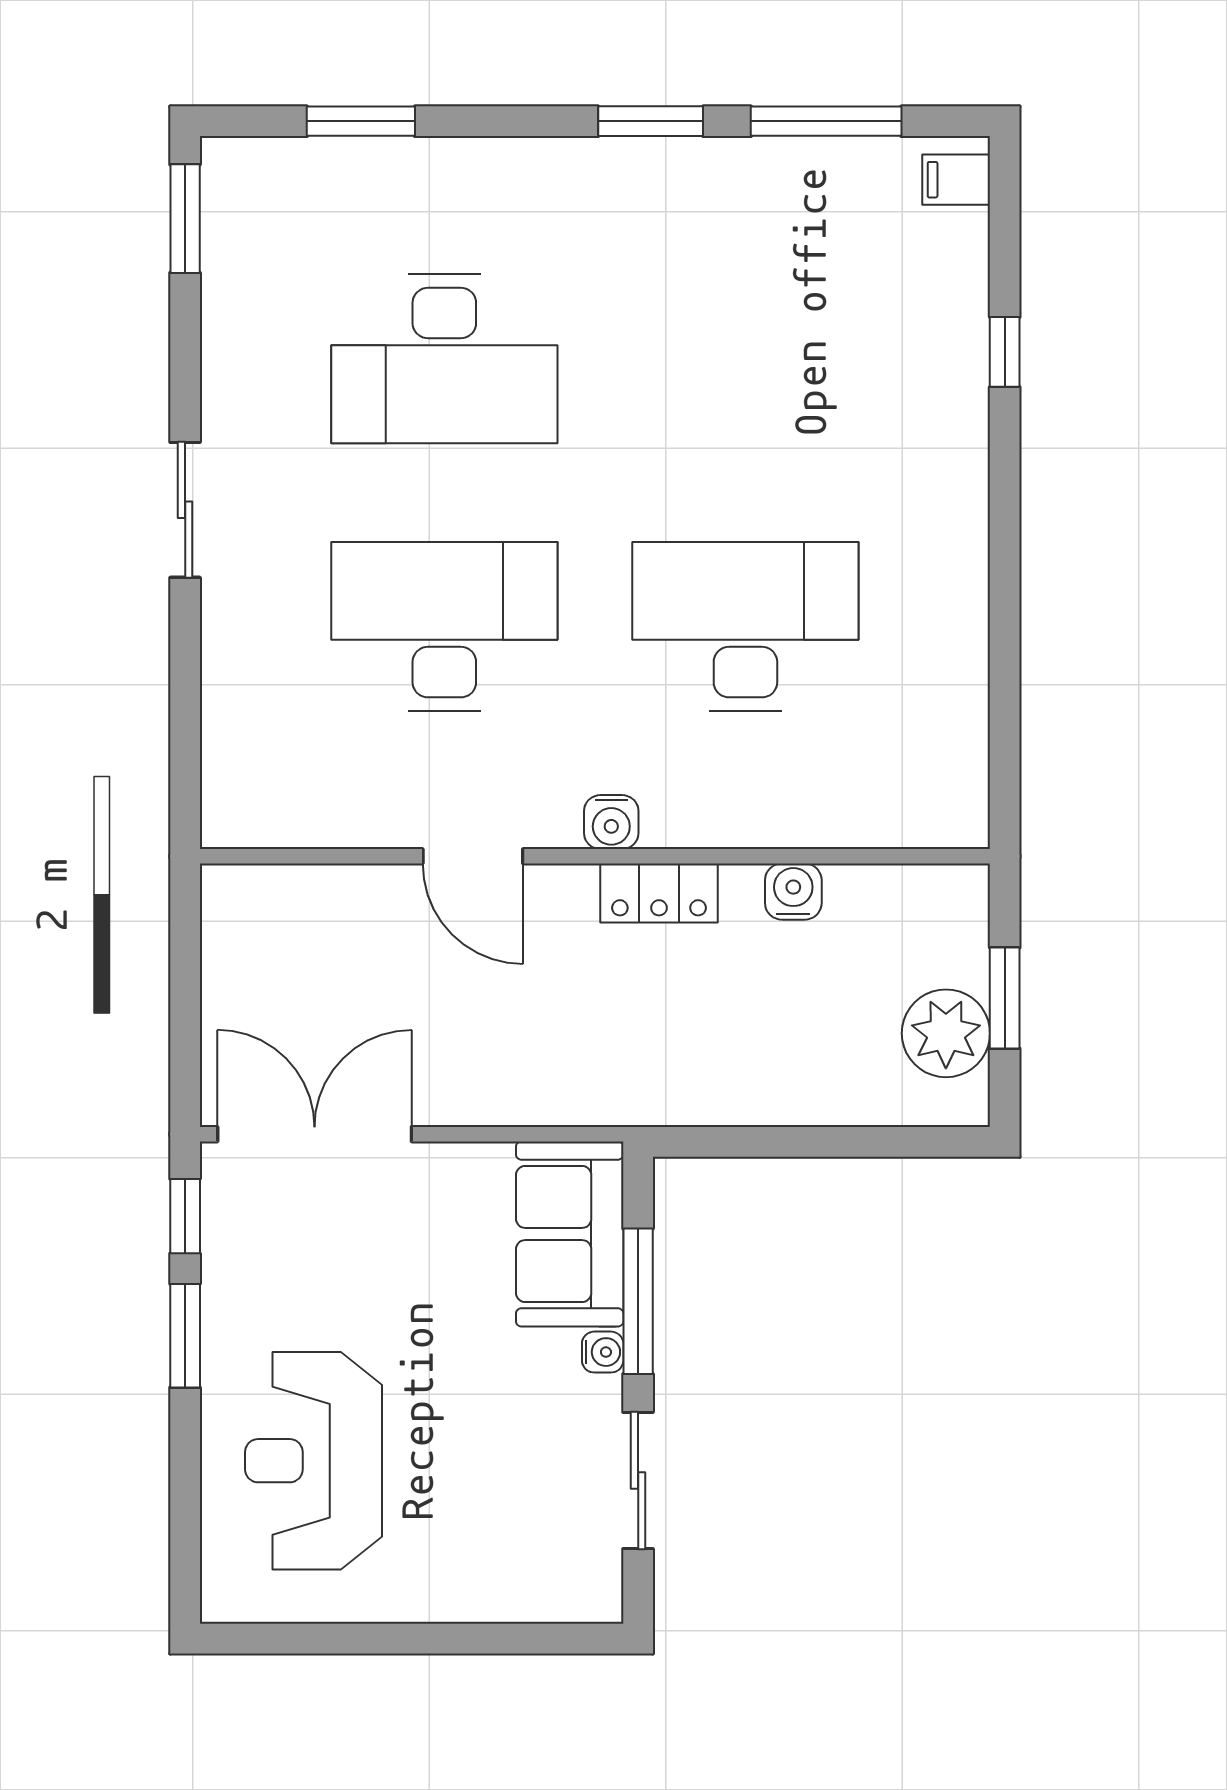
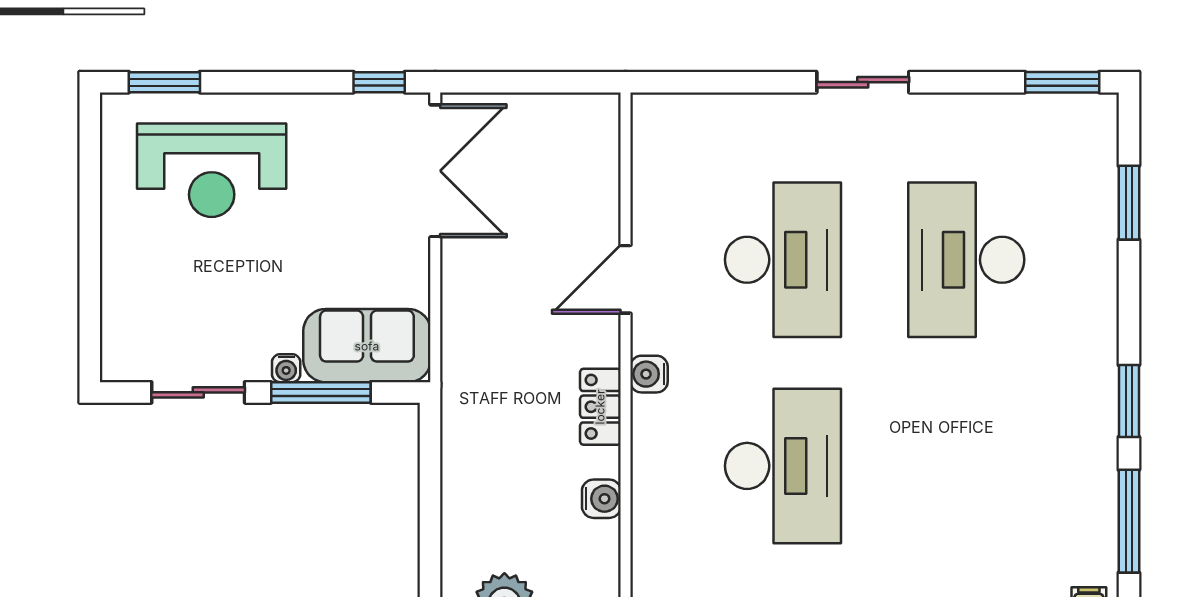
window: (185, 1336) -> (164, 82), moved
reception desk: (314, 1461) -> (212, 170), turned 180

